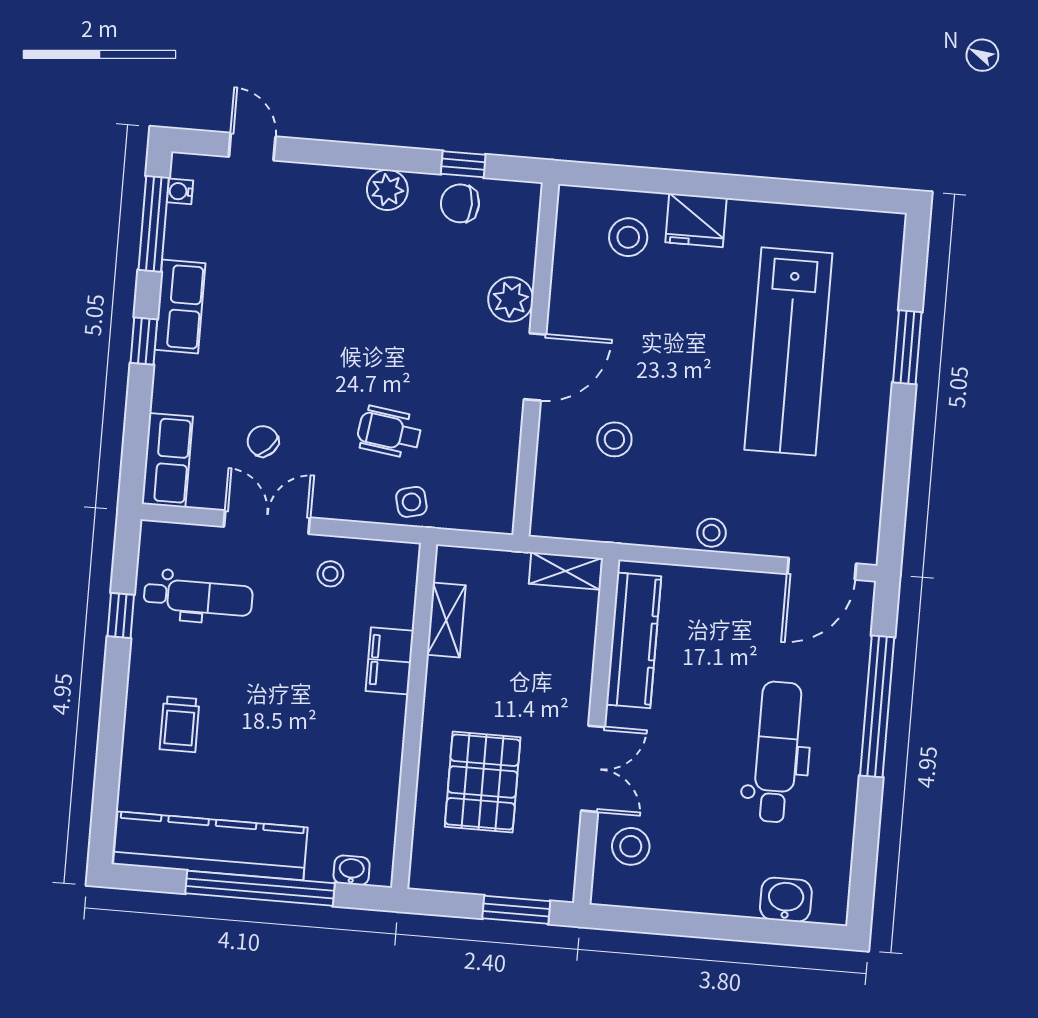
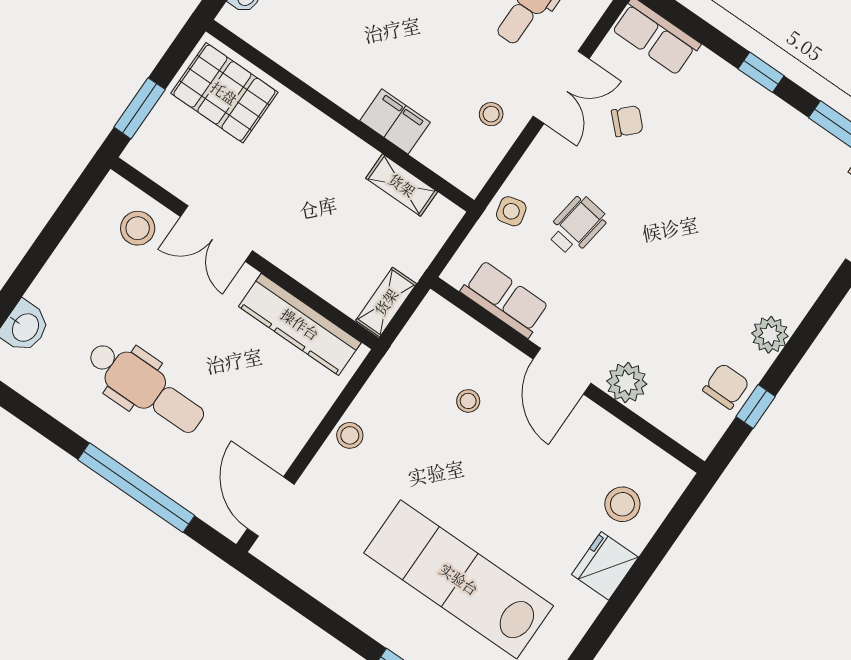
row of seats: (180, 307) -> (505, 299), moved, turned 180
stool: (614, 439) -> (468, 401), width x0.73, depth x0.73
pallet: (483, 782) -> (224, 93), moved

